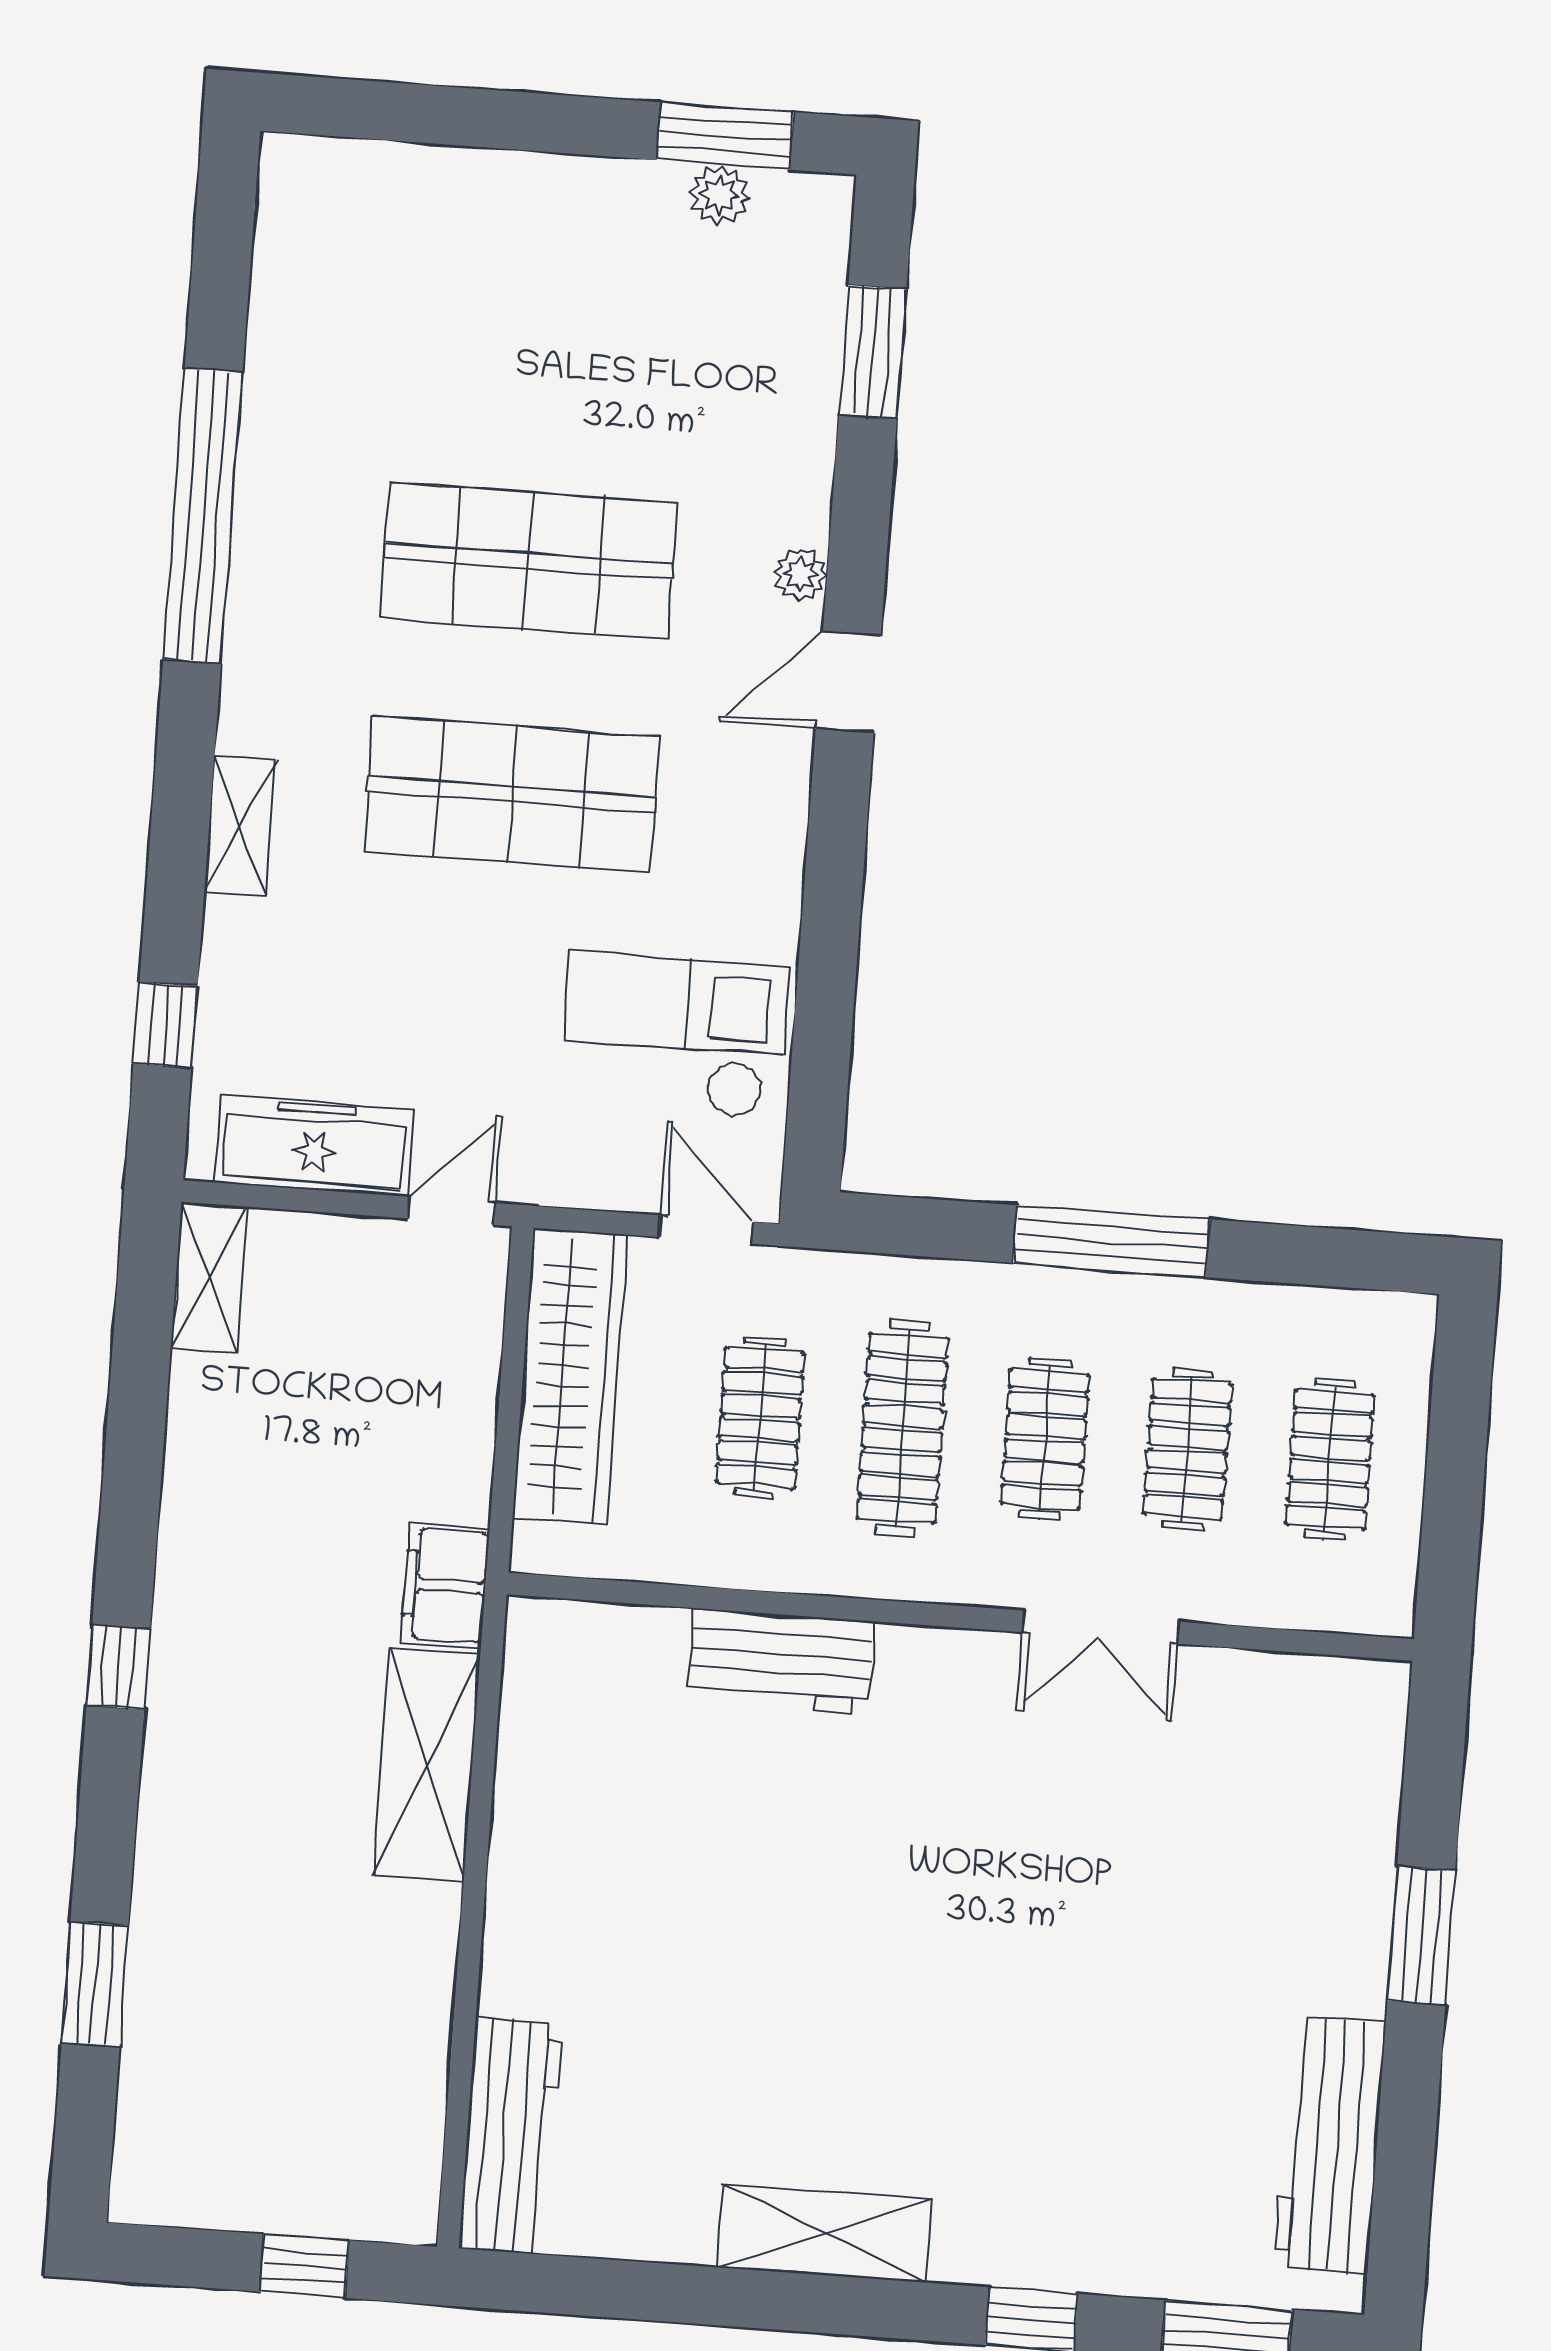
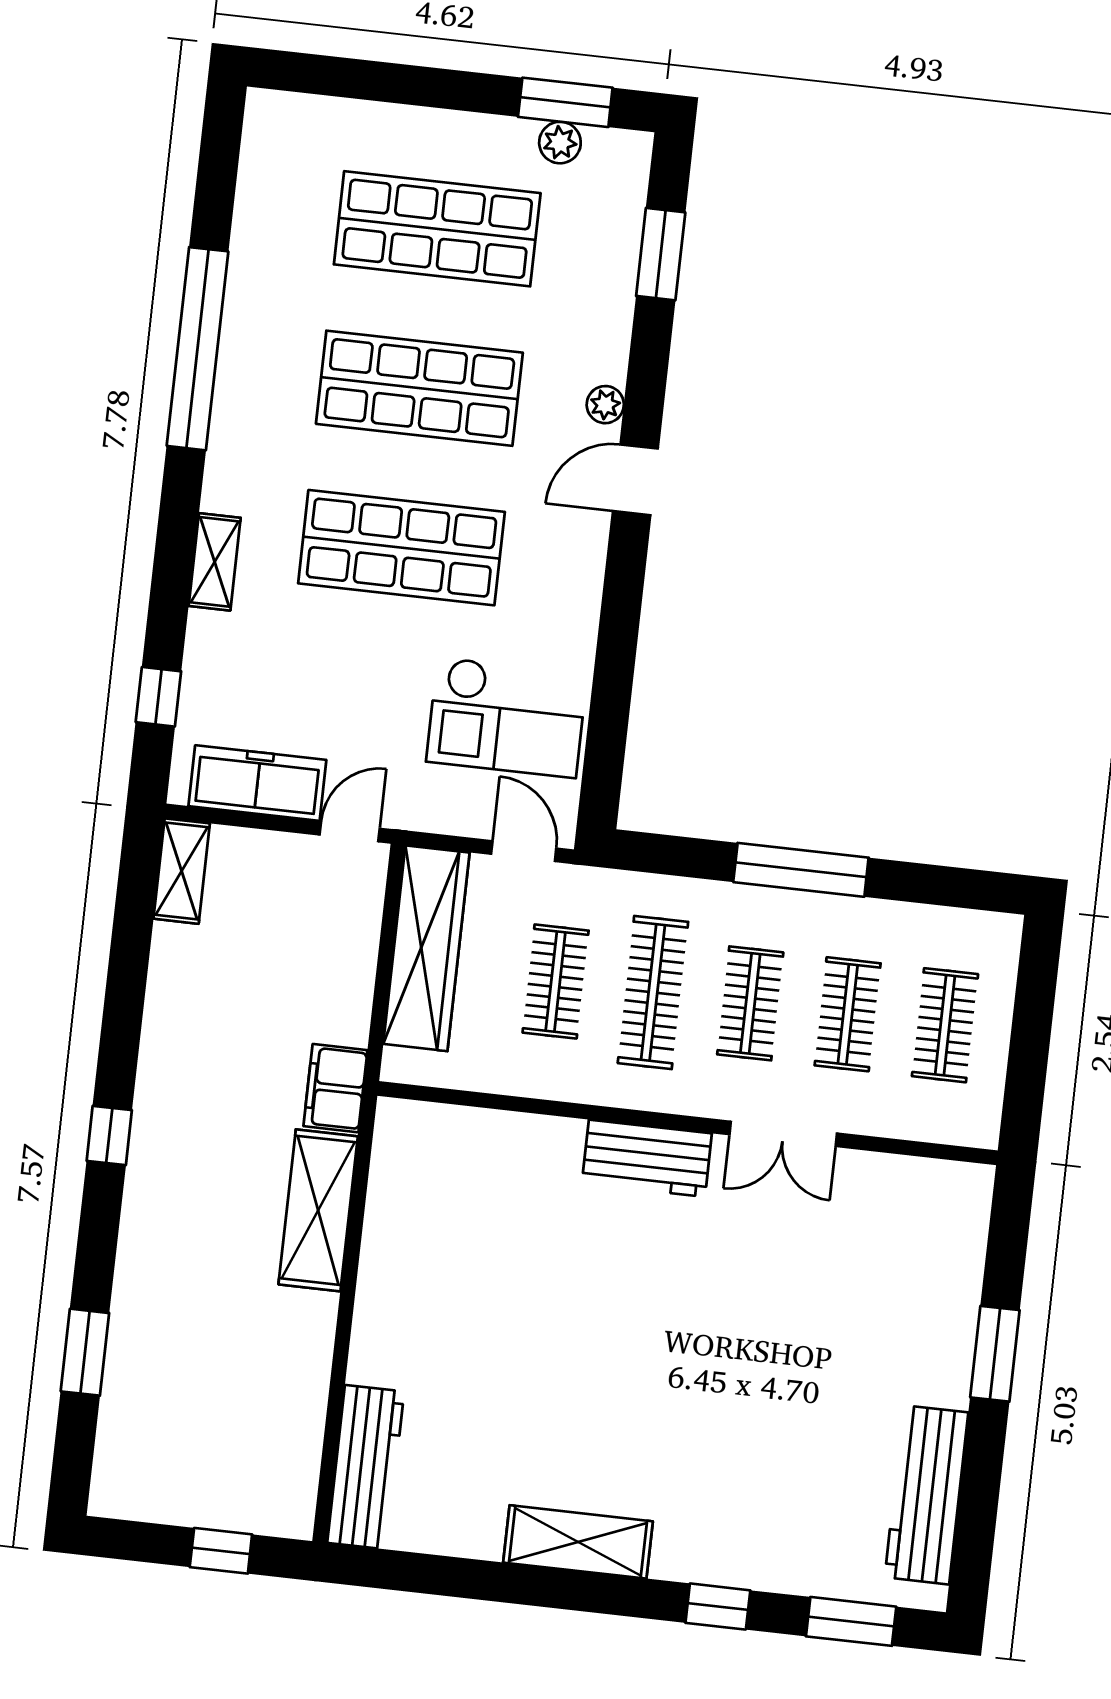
shop shelf: (545, 327) -> (437, 229), added
checkout: (674, 1035) -> (507, 717), turned 180
workbench: (780, 1661) -> (647, 1158), moved

